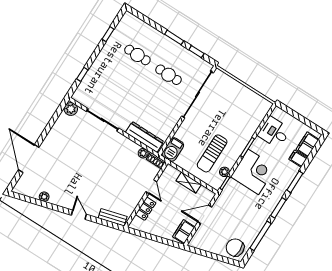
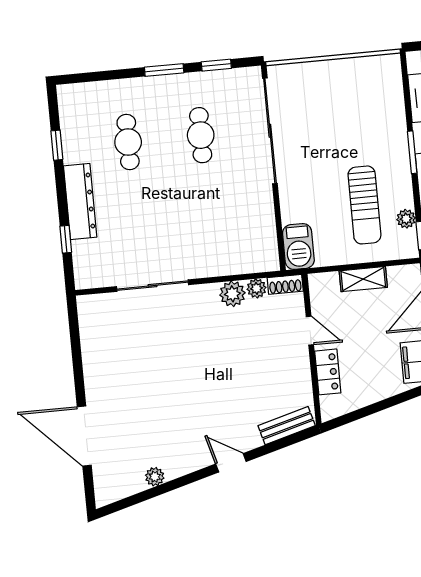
cafe table: (137, 55) -> (128, 142), turned 90
cafe table: (168, 75) -> (201, 135), turned 90
plant: (71, 109) -> (232, 294), moved
dresser: (145, 137) -> (80, 201), moved, turned 90

